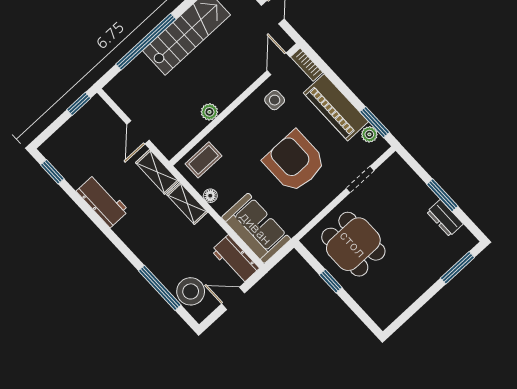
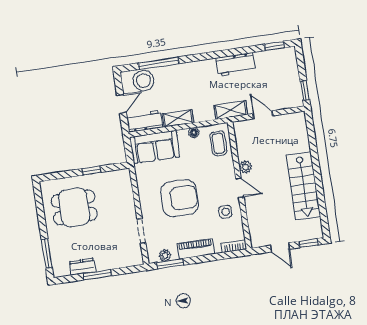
window: (146, 42) -> (315, 157), removed
door: (278, 64) -> (240, 188), moved
piano: (336, 107) -> (196, 249), width x0.73, depth x0.75
shelving: (187, 203) -> (178, 118), moved
dining table: (353, 244) -> (74, 207), moved

